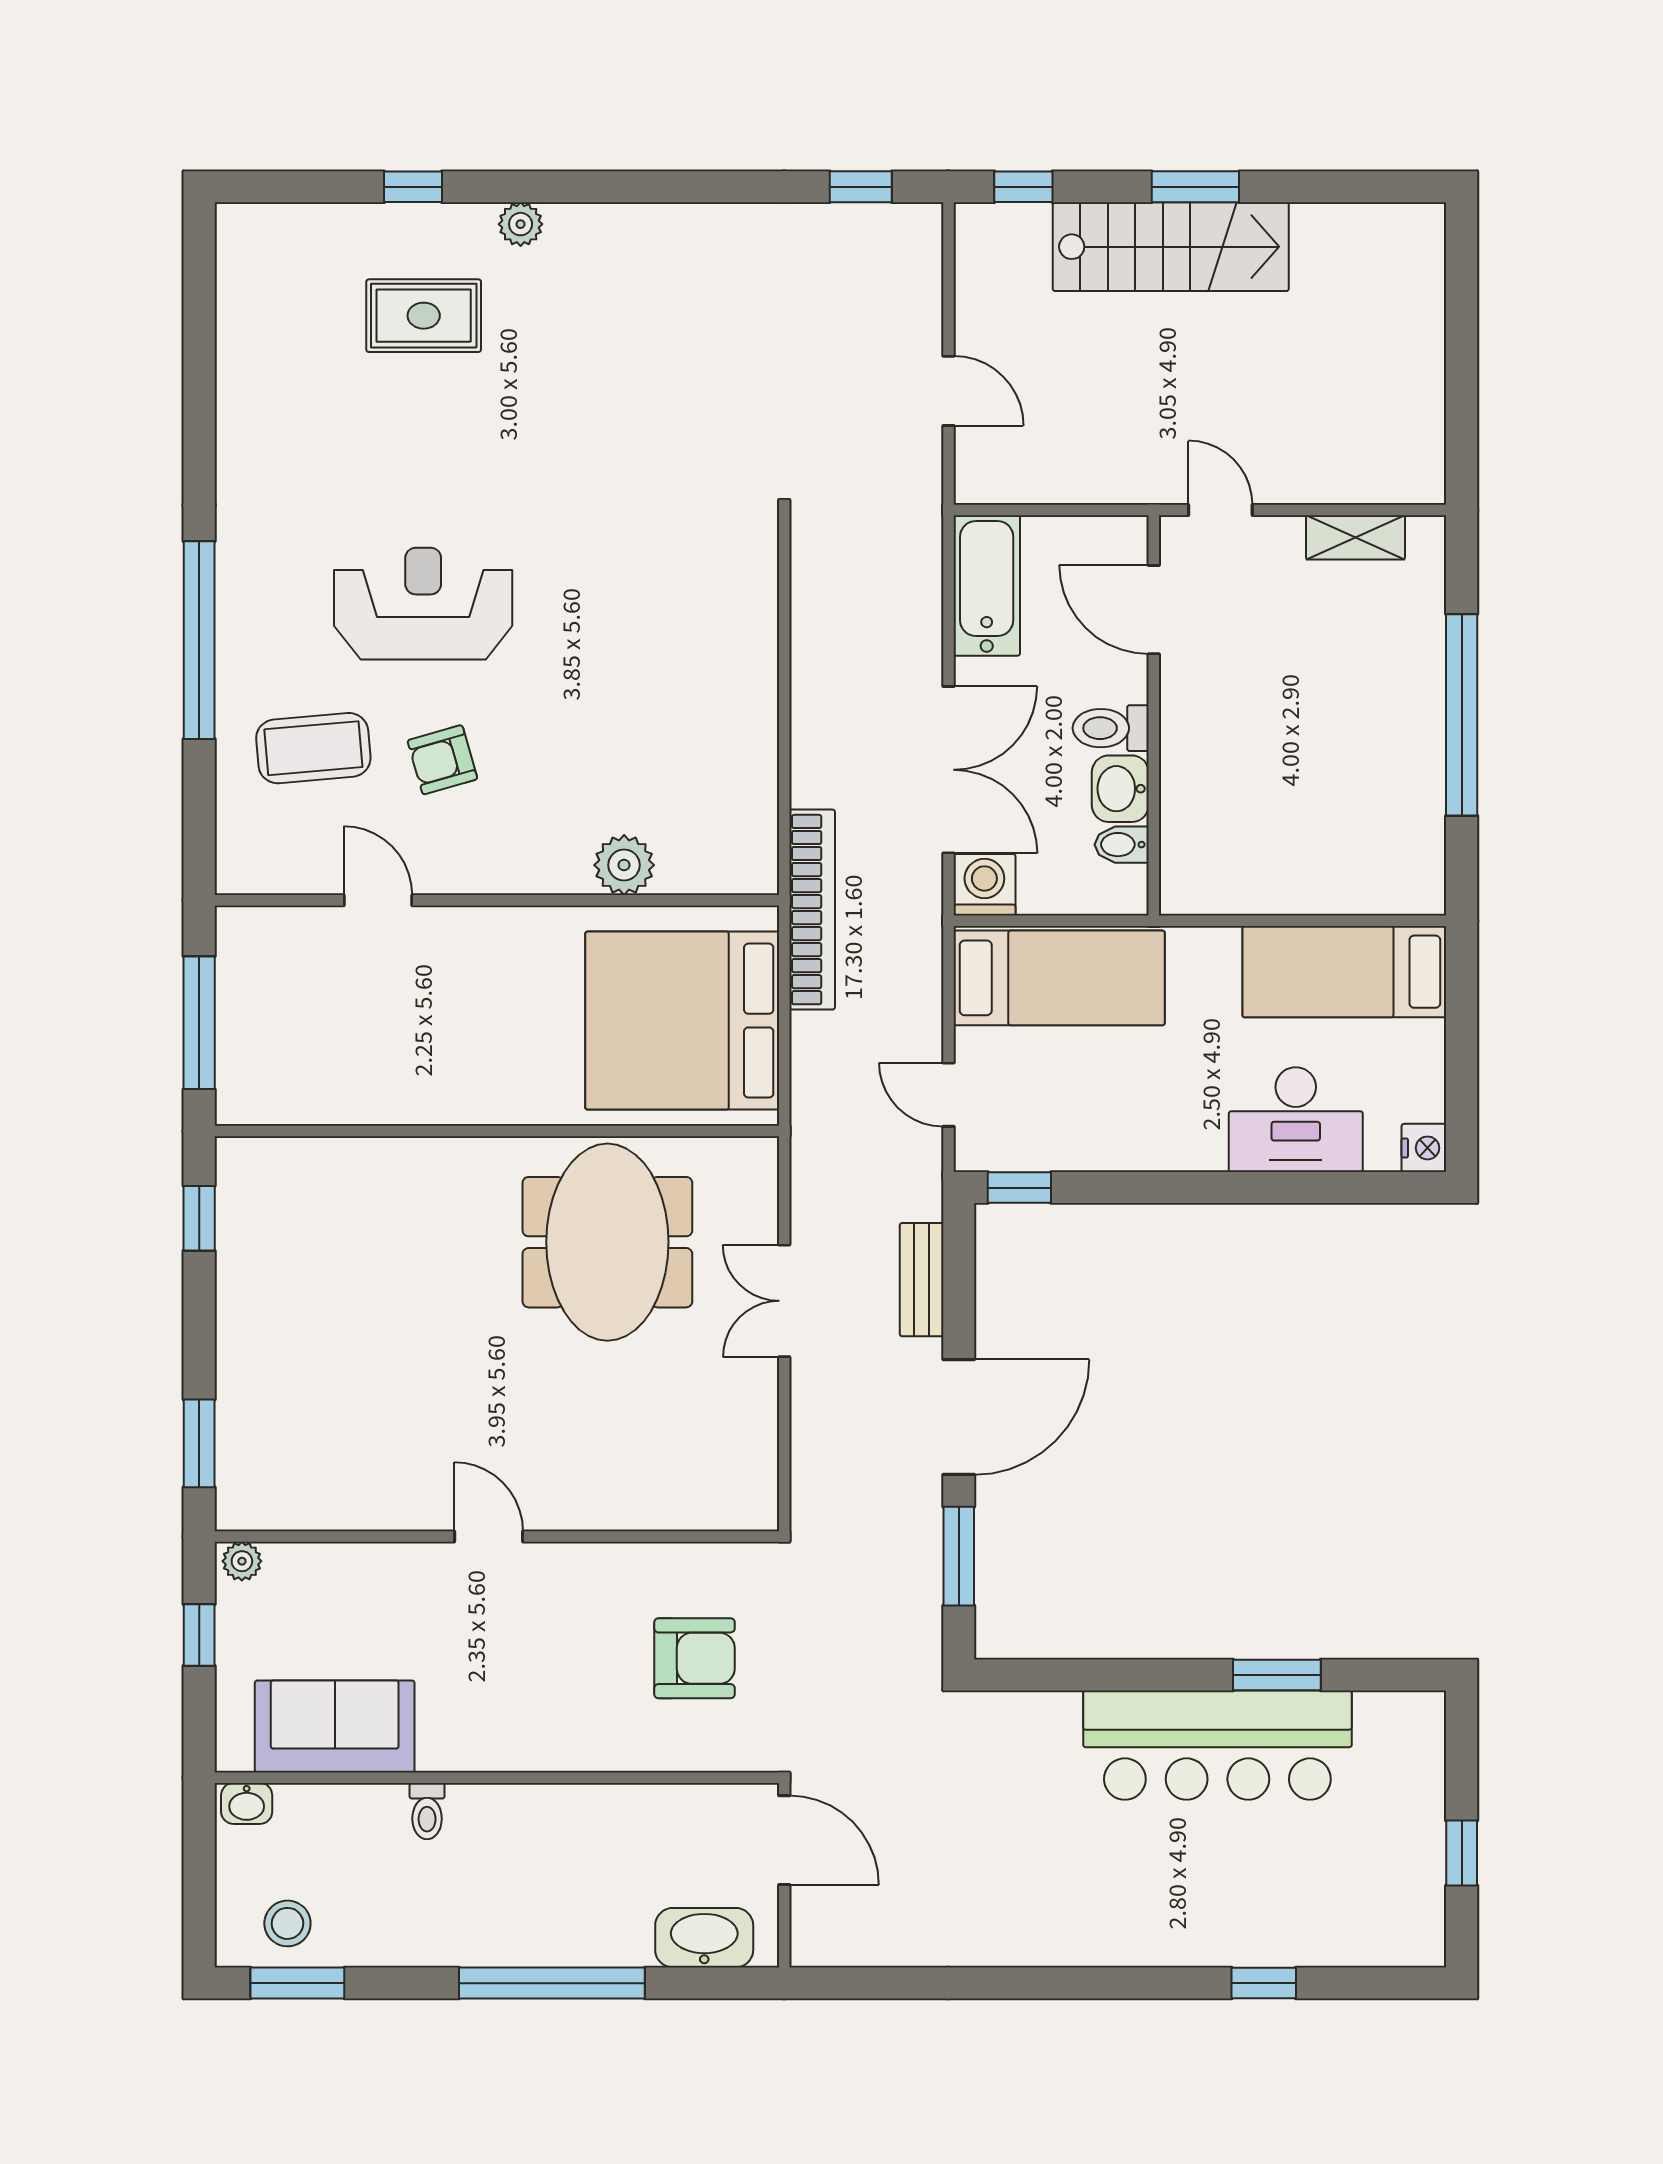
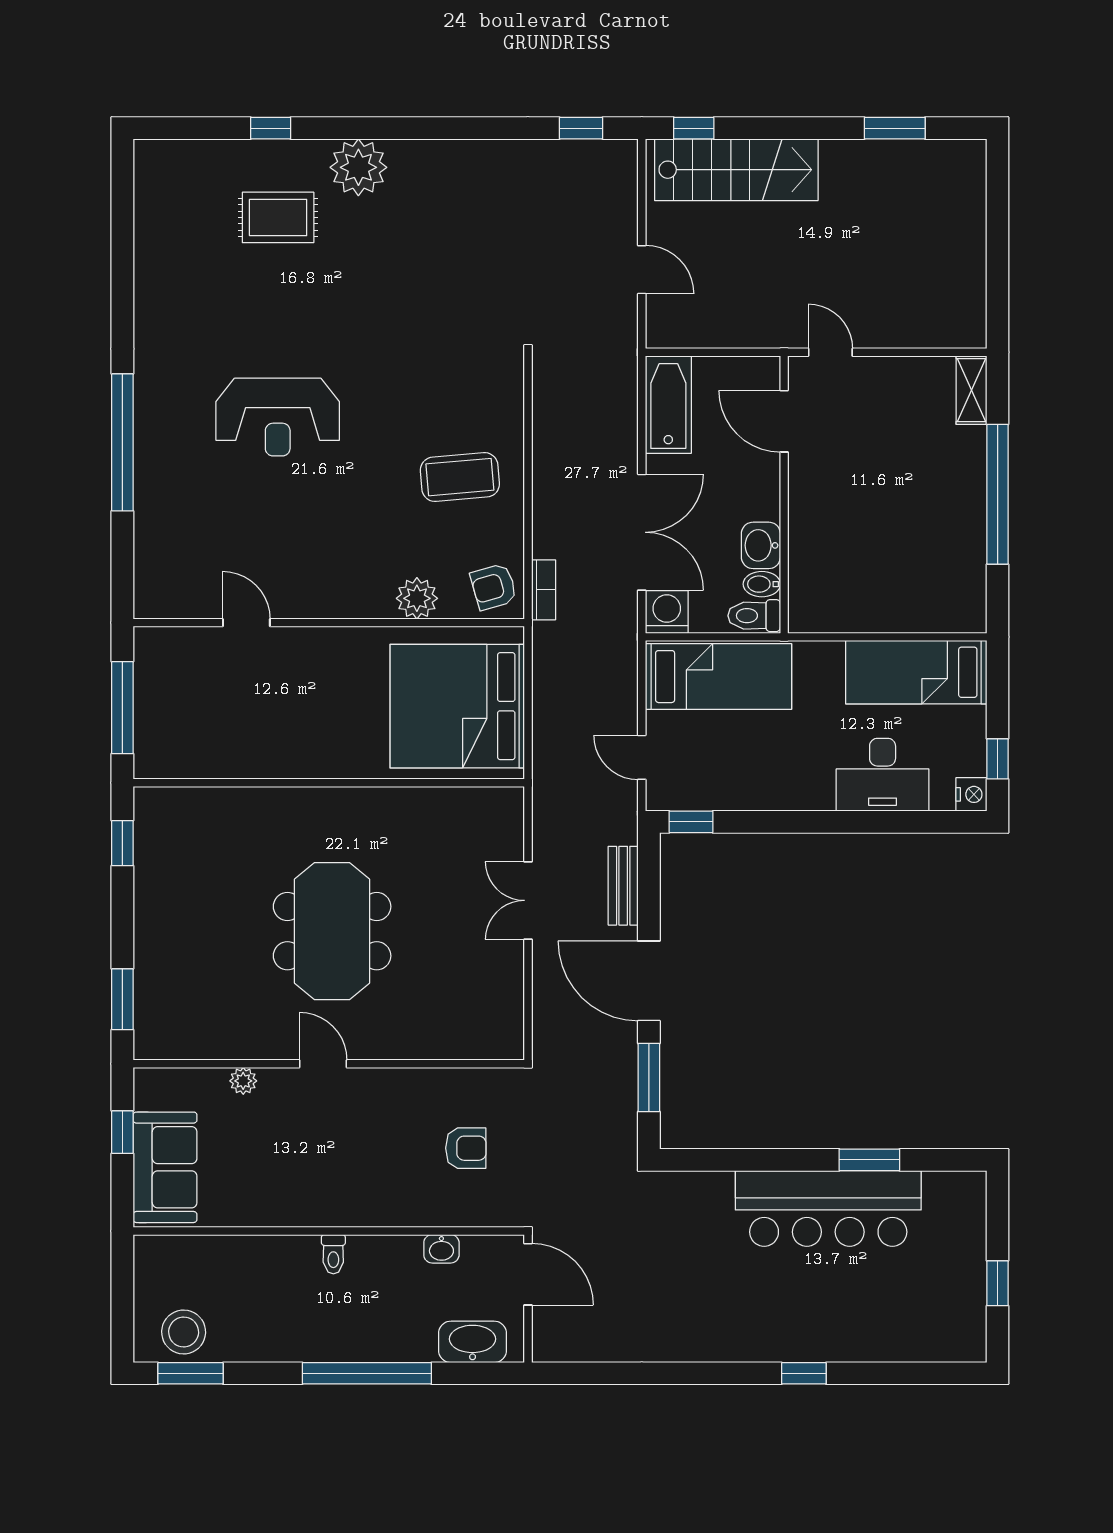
window: (1195, 187) -> (895, 128), moved
plant: (521, 224) -> (358, 167), width x1.88, depth x1.88
stairs: (1171, 247) -> (736, 170), moved
shelving: (1355, 537) -> (971, 390), moved, turned 90
reception desk: (423, 604) -> (278, 417), turned 180
toilet: (1111, 728) -> (754, 616), moved
coffee table: (313, 748) -> (460, 477), moved
armchair: (442, 760) -> (494, 587), moved
bookcase: (812, 910) -> (544, 590), width x0.43, depth x0.76
window: (1462, 1097) -> (998, 759), added
meeting table: (607, 1242) -> (332, 931), moved
door: (959, 1417) -> (649, 981), swing flipped
plant: (242, 1561) -> (243, 1081), moved
armchair: (694, 1658) -> (466, 1148), width x0.72, depth x0.72
sofa: (335, 1727) -> (165, 1167), moved, turned 90
washbasin: (247, 1803) -> (441, 1249), moved
toilet: (427, 1811) -> (333, 1254), moved
stool: (287, 1923) -> (184, 1332), width x1.38, depth x1.38
window: (1264, 1983) -> (804, 1373), moved

